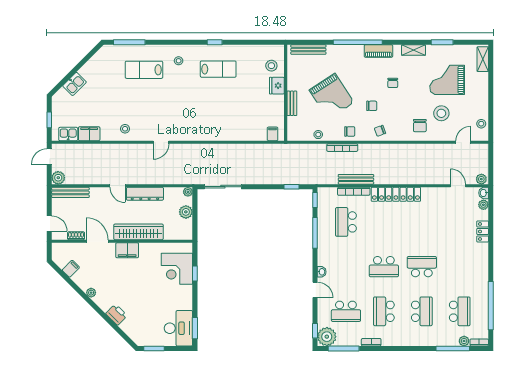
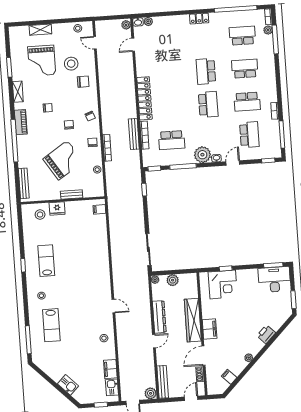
shelving: (483, 59) -> (40, 30), moved
locker: (483, 231) -> (199, 19), moved
plant: (327, 337) -> (202, 155), moved

